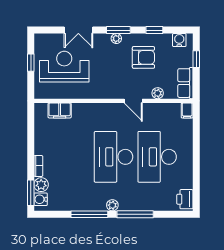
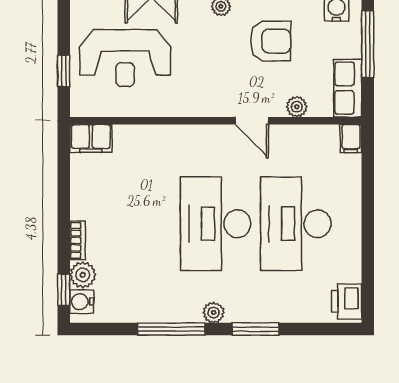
window: (196, 59) -> (368, 44), width x2.17
window: (31, 63) -> (64, 71), moved
reception desk: (64, 67) -> (125, 58), turned 180
filing cabinet: (60, 110) -> (91, 138), moved
window: (31, 193) -> (64, 290), width x0.67
window: (135, 214) -> (255, 329), width x0.69

